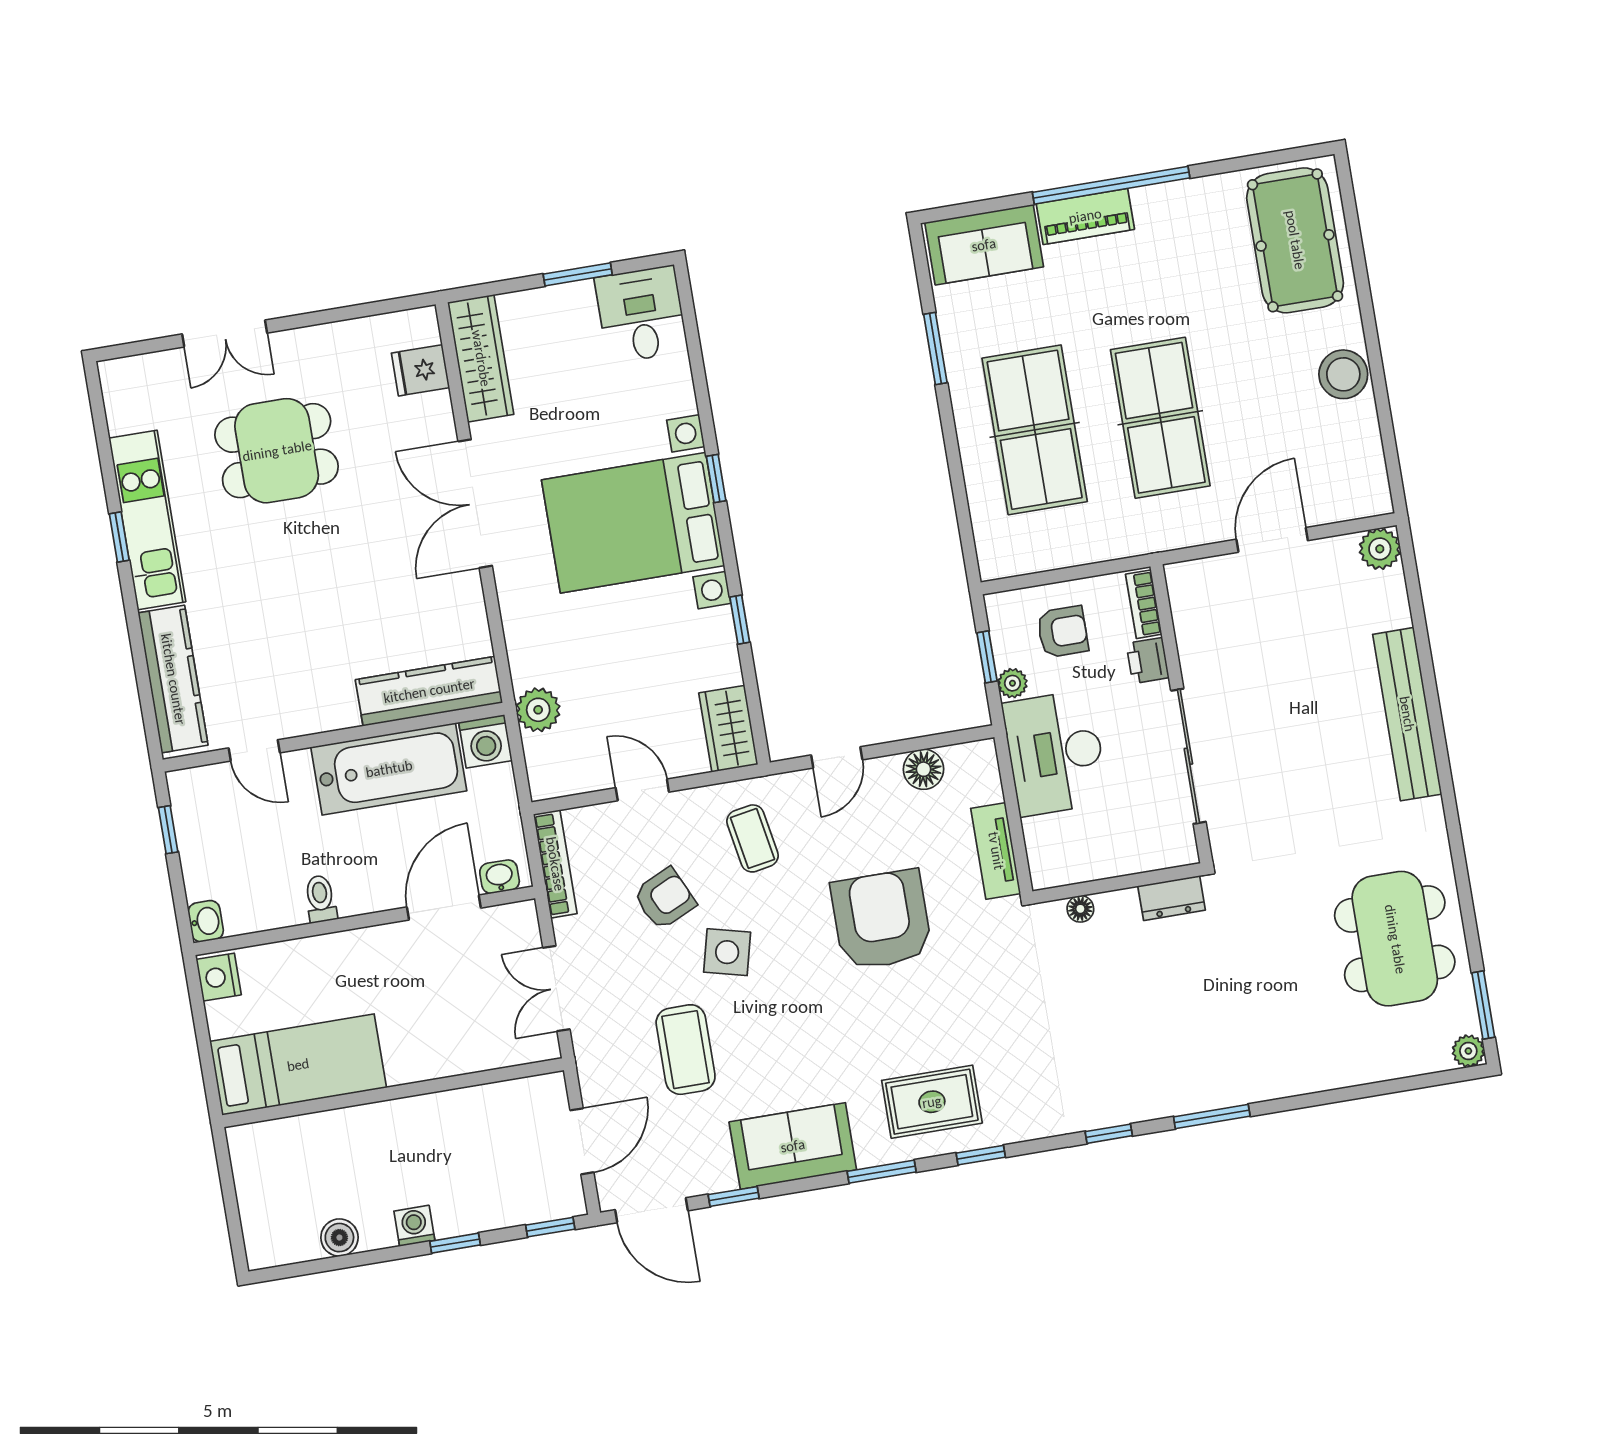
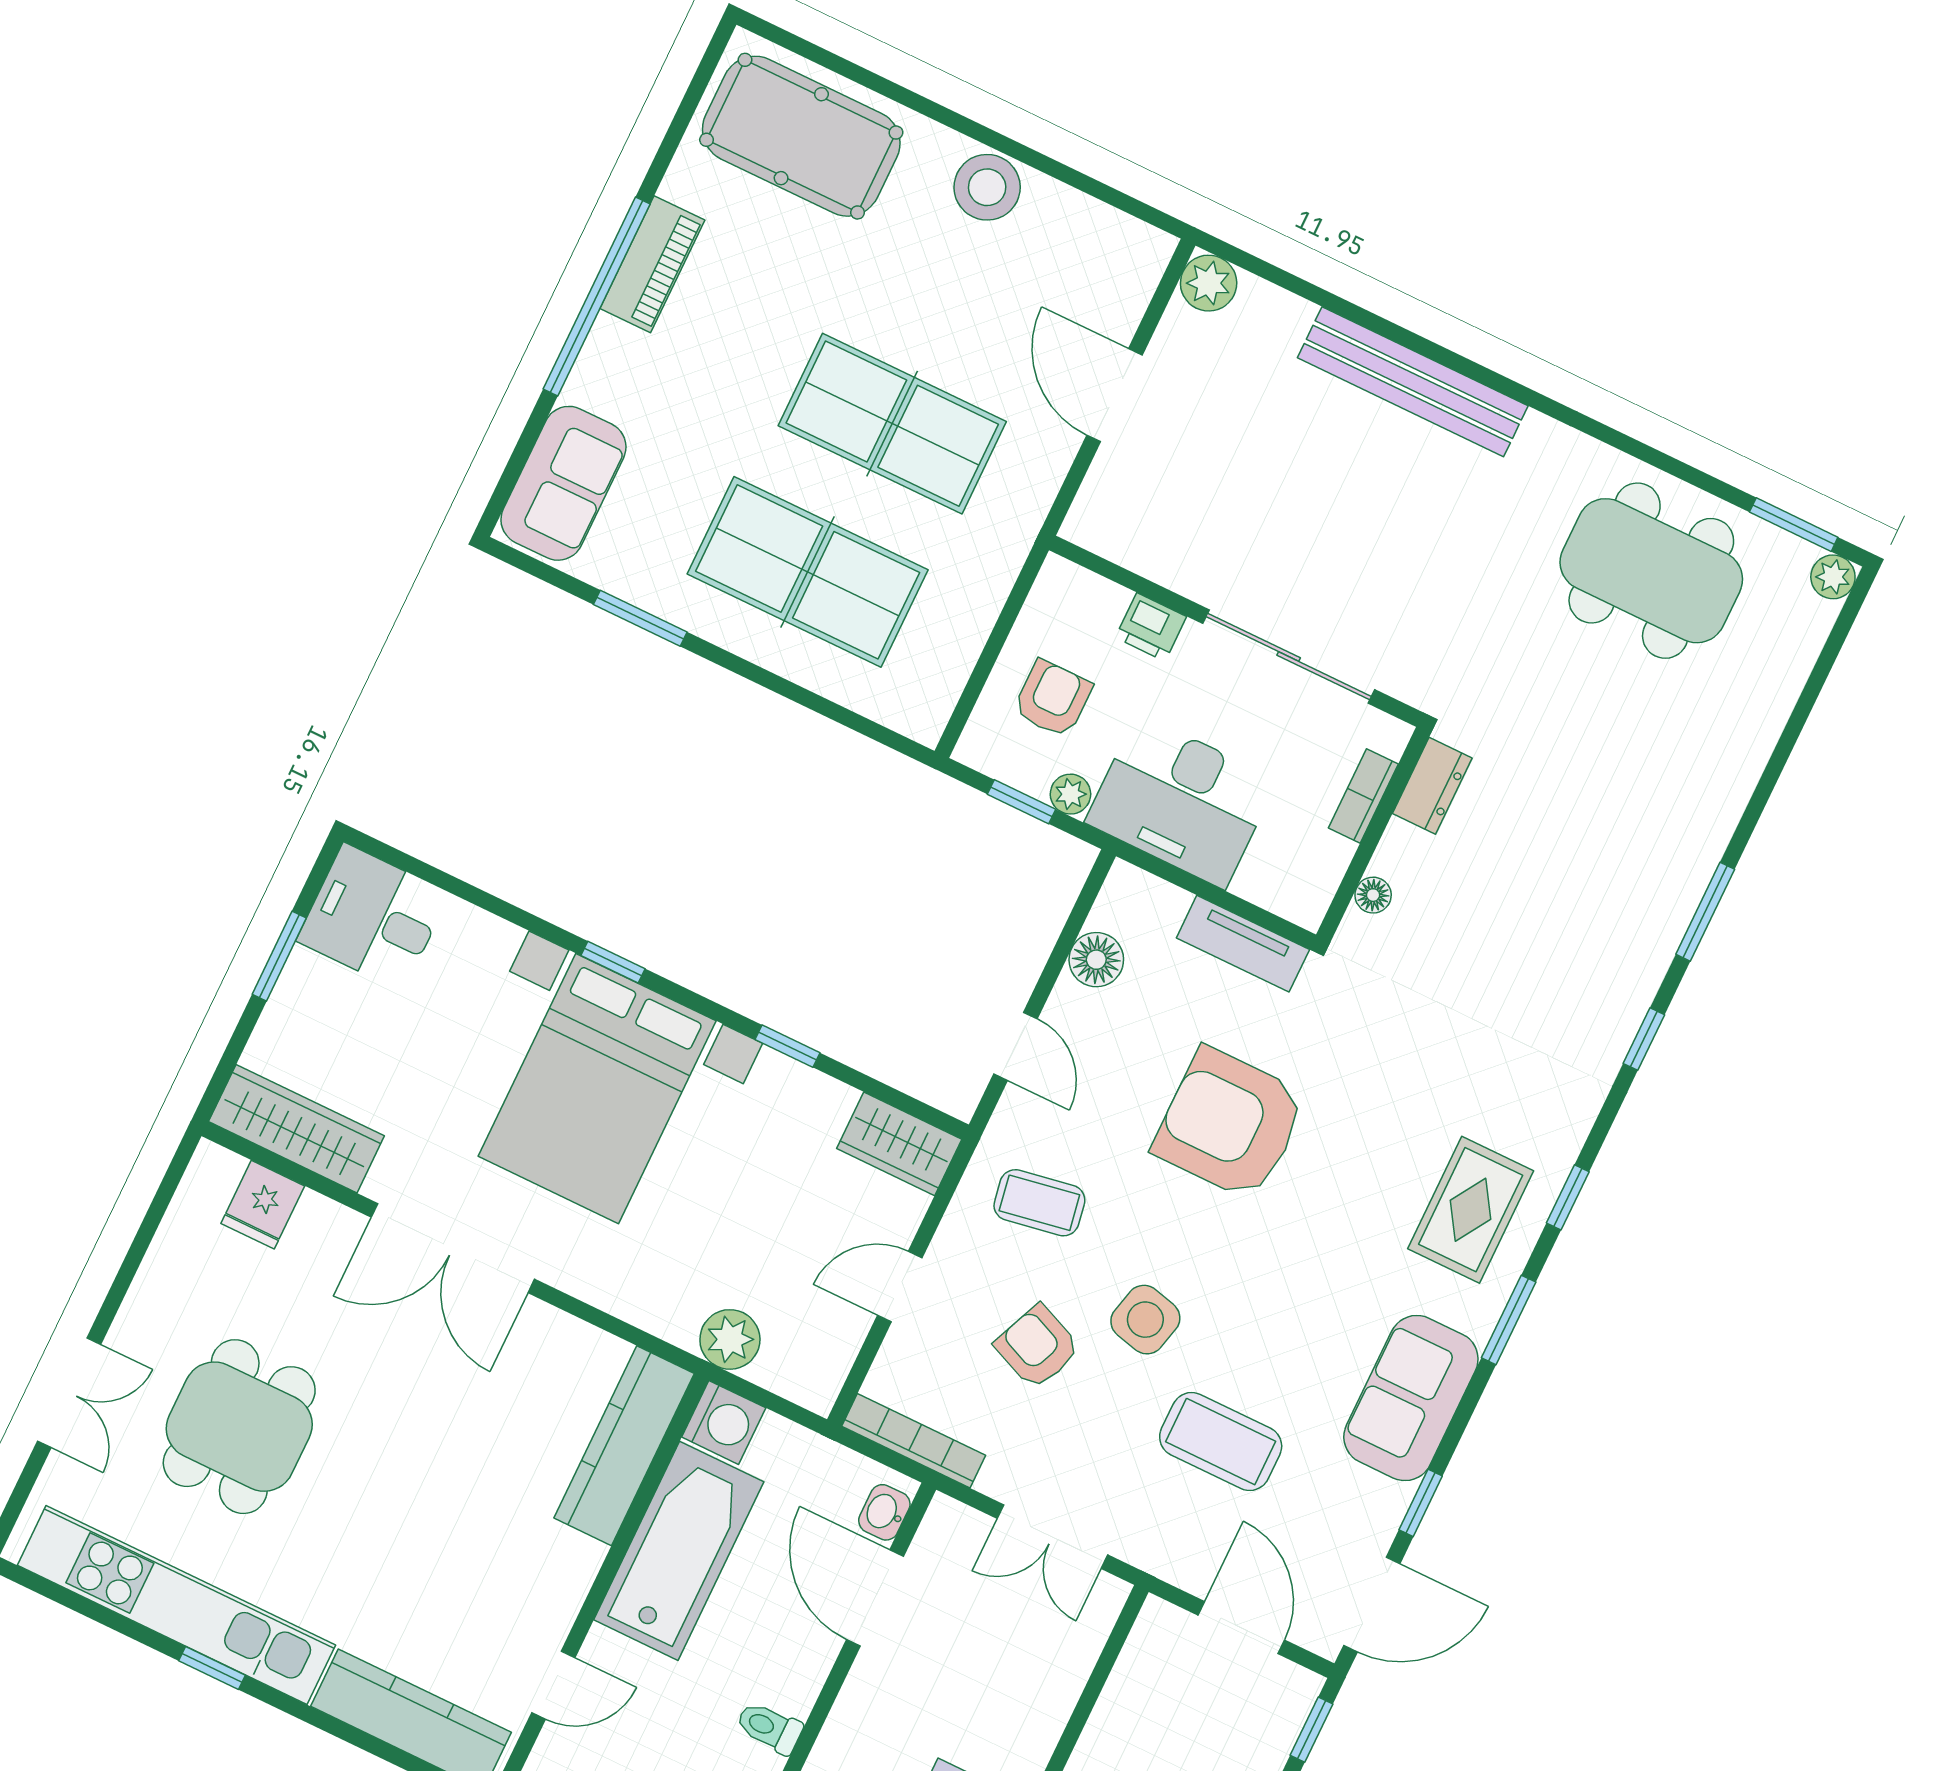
piano: (1085, 216) -> (652, 264), moved
kitchen unit: (147, 520) -> (176, 1605), width x1.36
bookcase: (1144, 604) -> (1363, 796), moved, turned 90
armchair: (665, 899) -> (1037, 1347), turned -42

